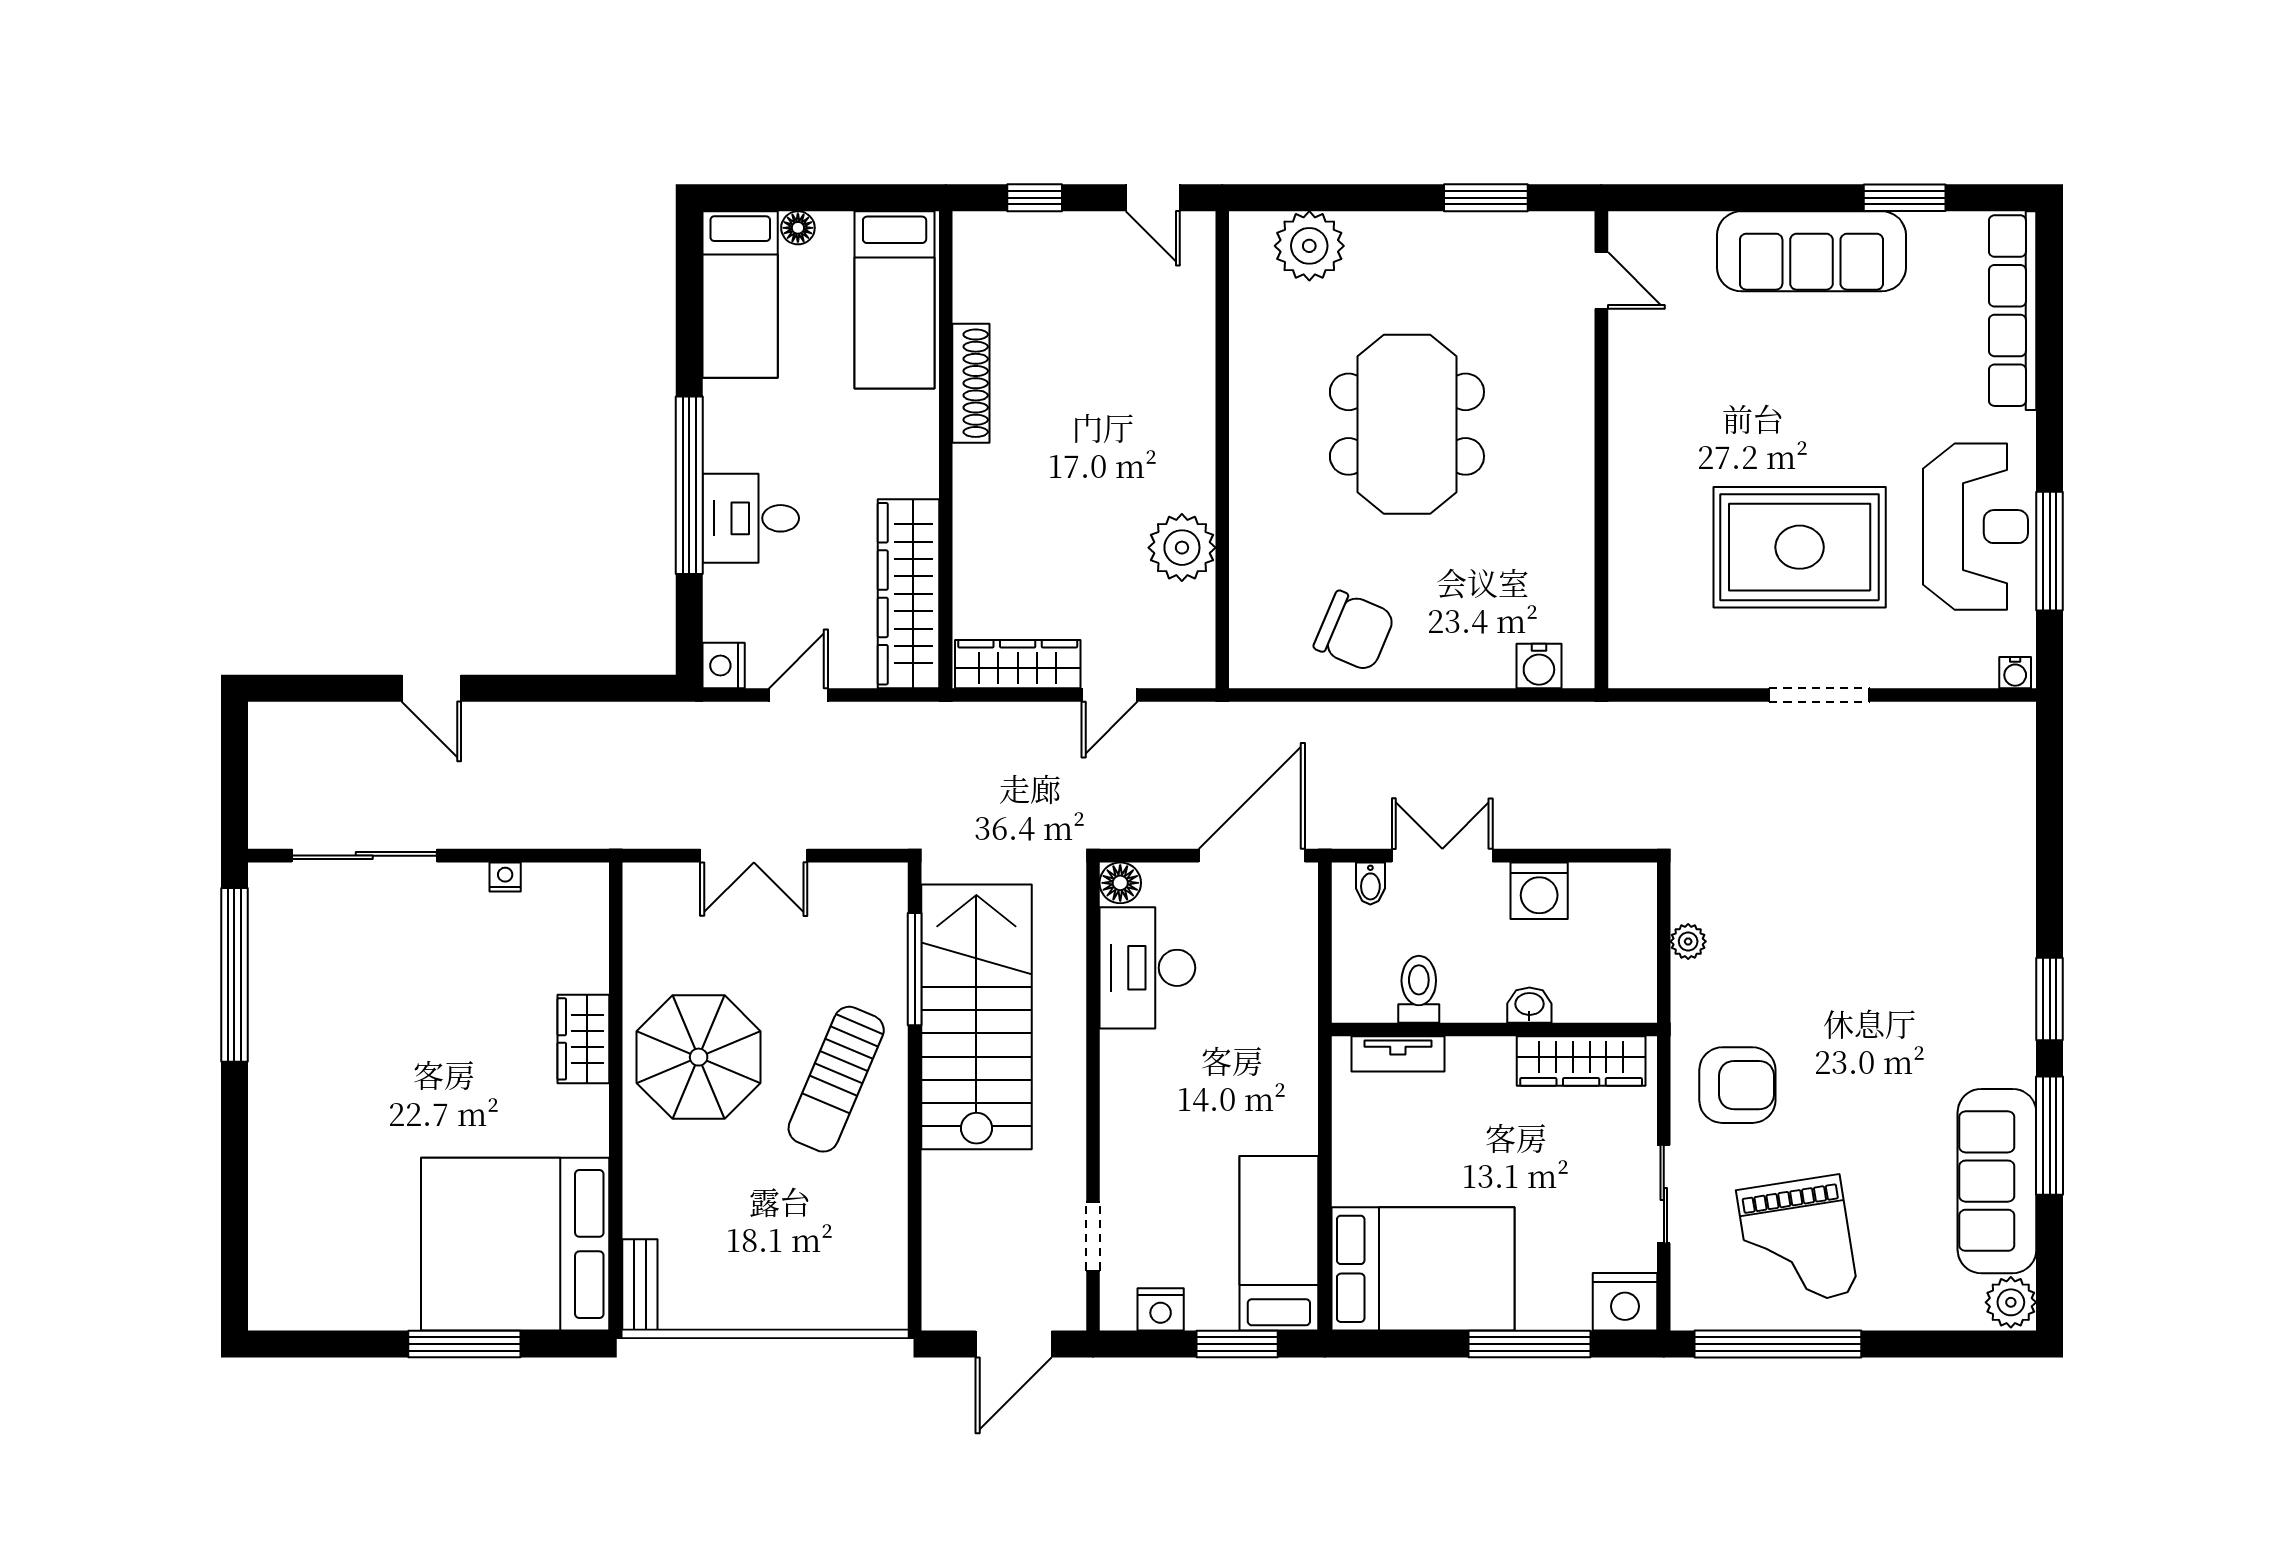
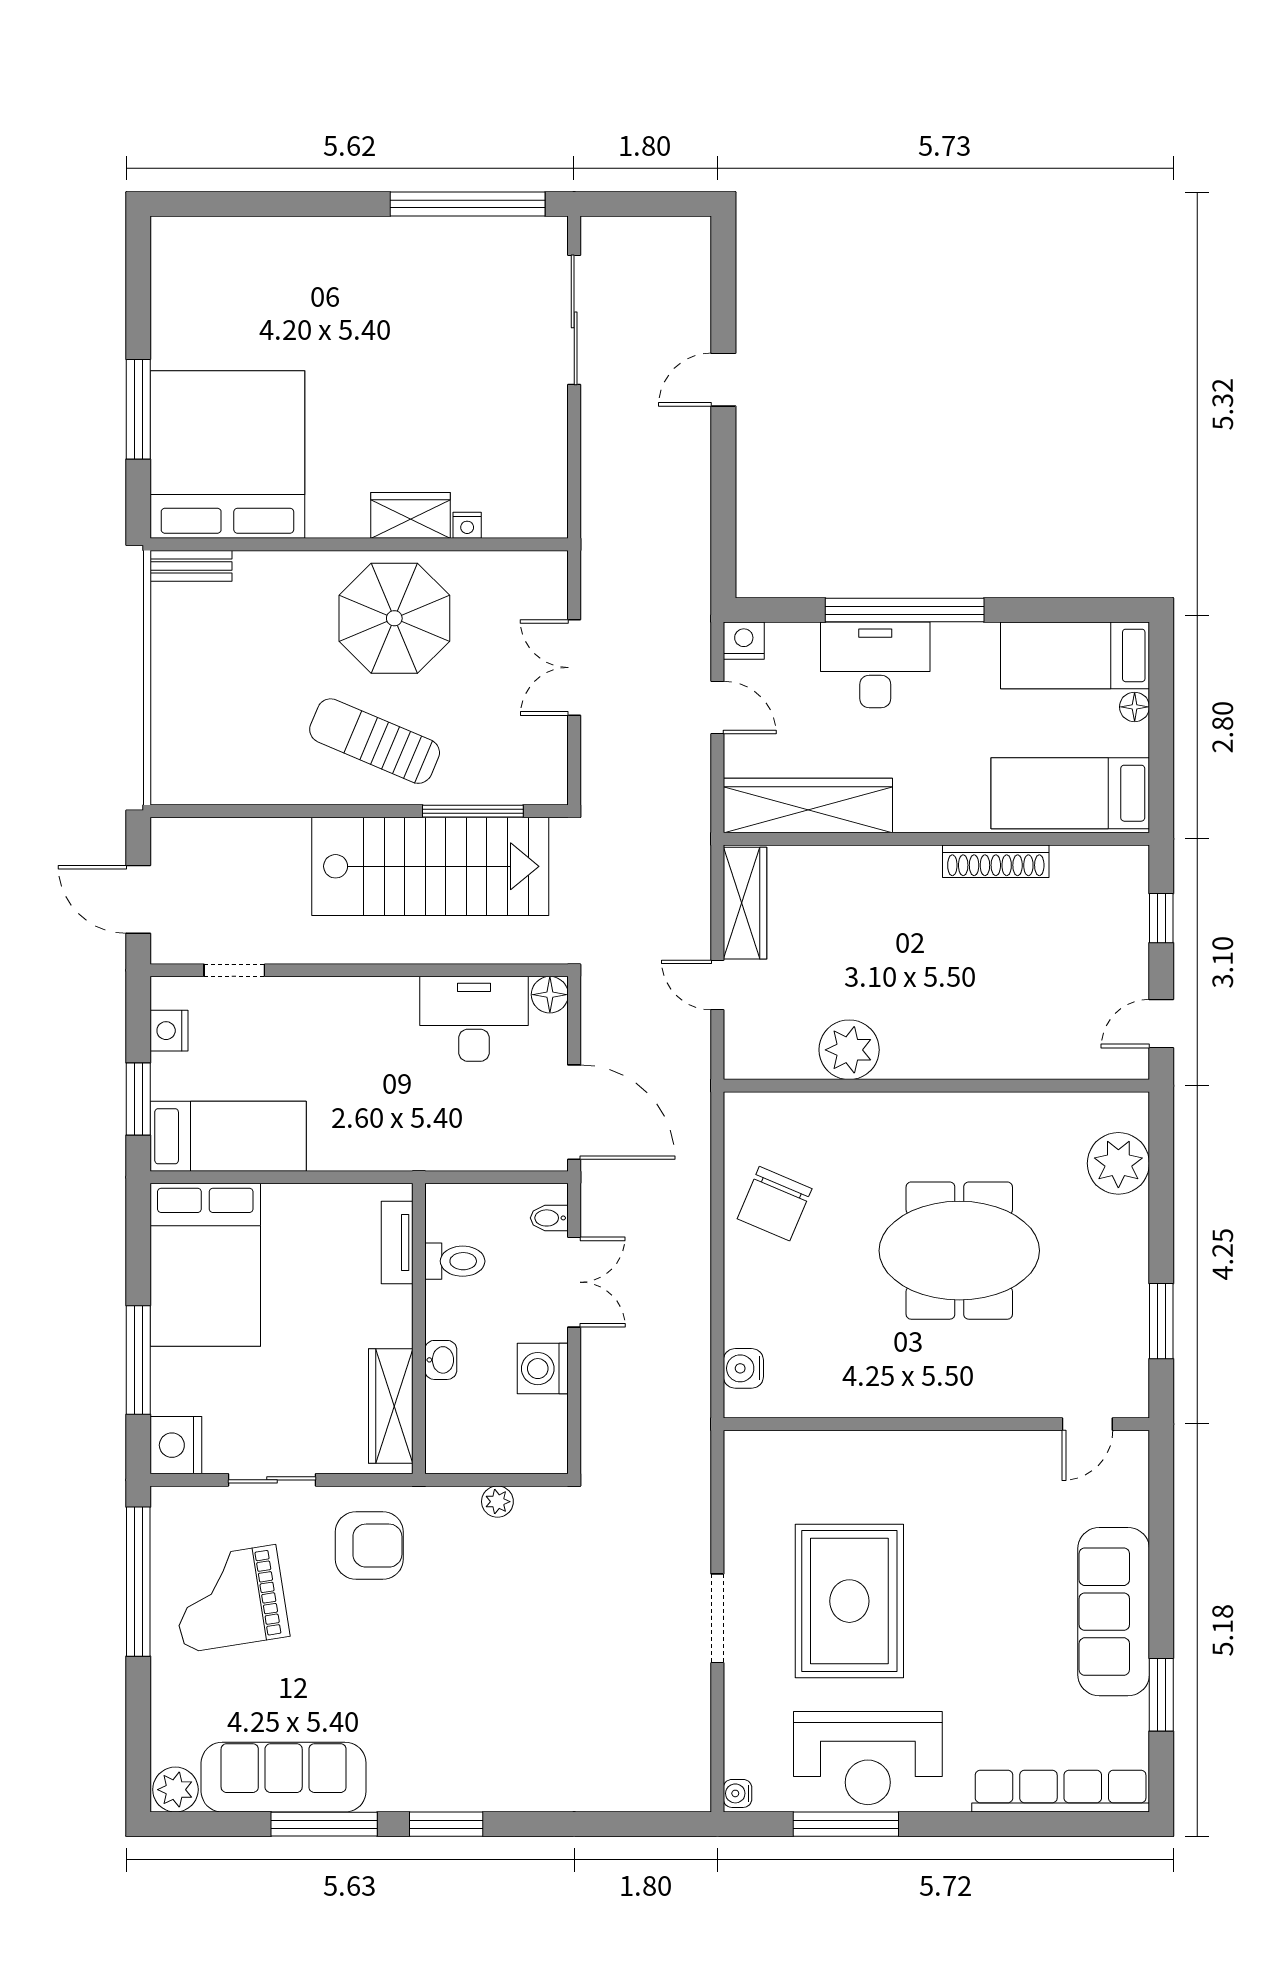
desk: (751, 518) -> (875, 665), width x1.37
nightstand: (505, 877) -> (467, 525), moved, turned 90
armchair: (1737, 1085) -> (369, 1546), turned -90

